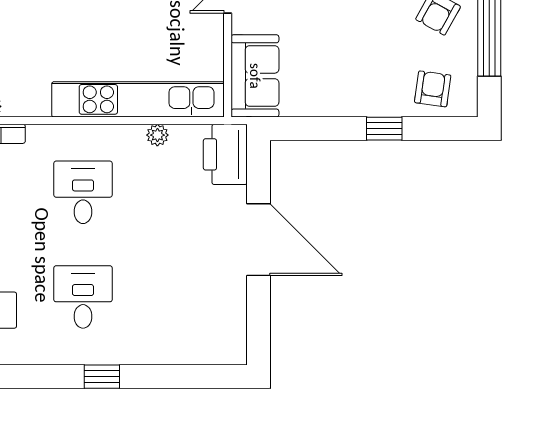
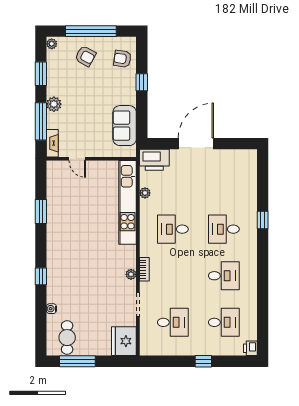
sofa: (255, 76) -> (125, 126), moved, turned -90

